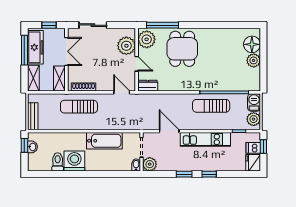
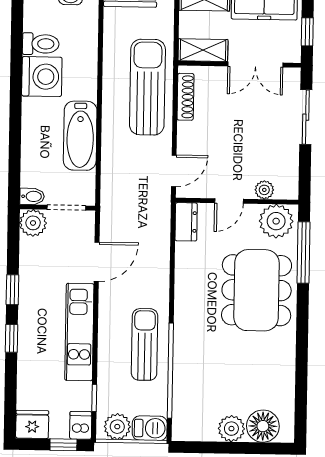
plant: (126, 46) -> (264, 190), width x0.53, depth x0.53
dining table: (182, 49) -> (257, 290), width x1.38
sun lounger: (79, 107) -> (147, 87), width x1.36, depth x1.34
dishwasher: (253, 148) -> (81, 425), moved

